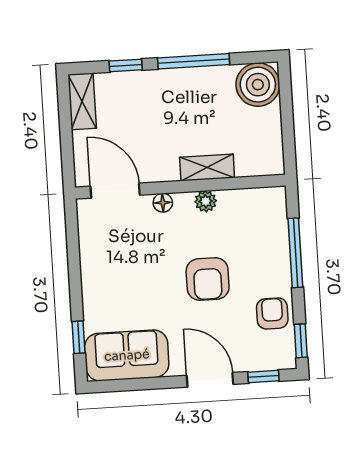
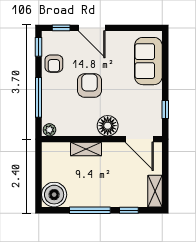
plant: (206, 201) -> (49, 130), moved
floor lamp: (163, 203) -> (108, 126), width x1.89, depth x1.89
window: (79, 337) -> (165, 110), moved
sofa: (127, 355) -> (148, 61), moved, turned 90

